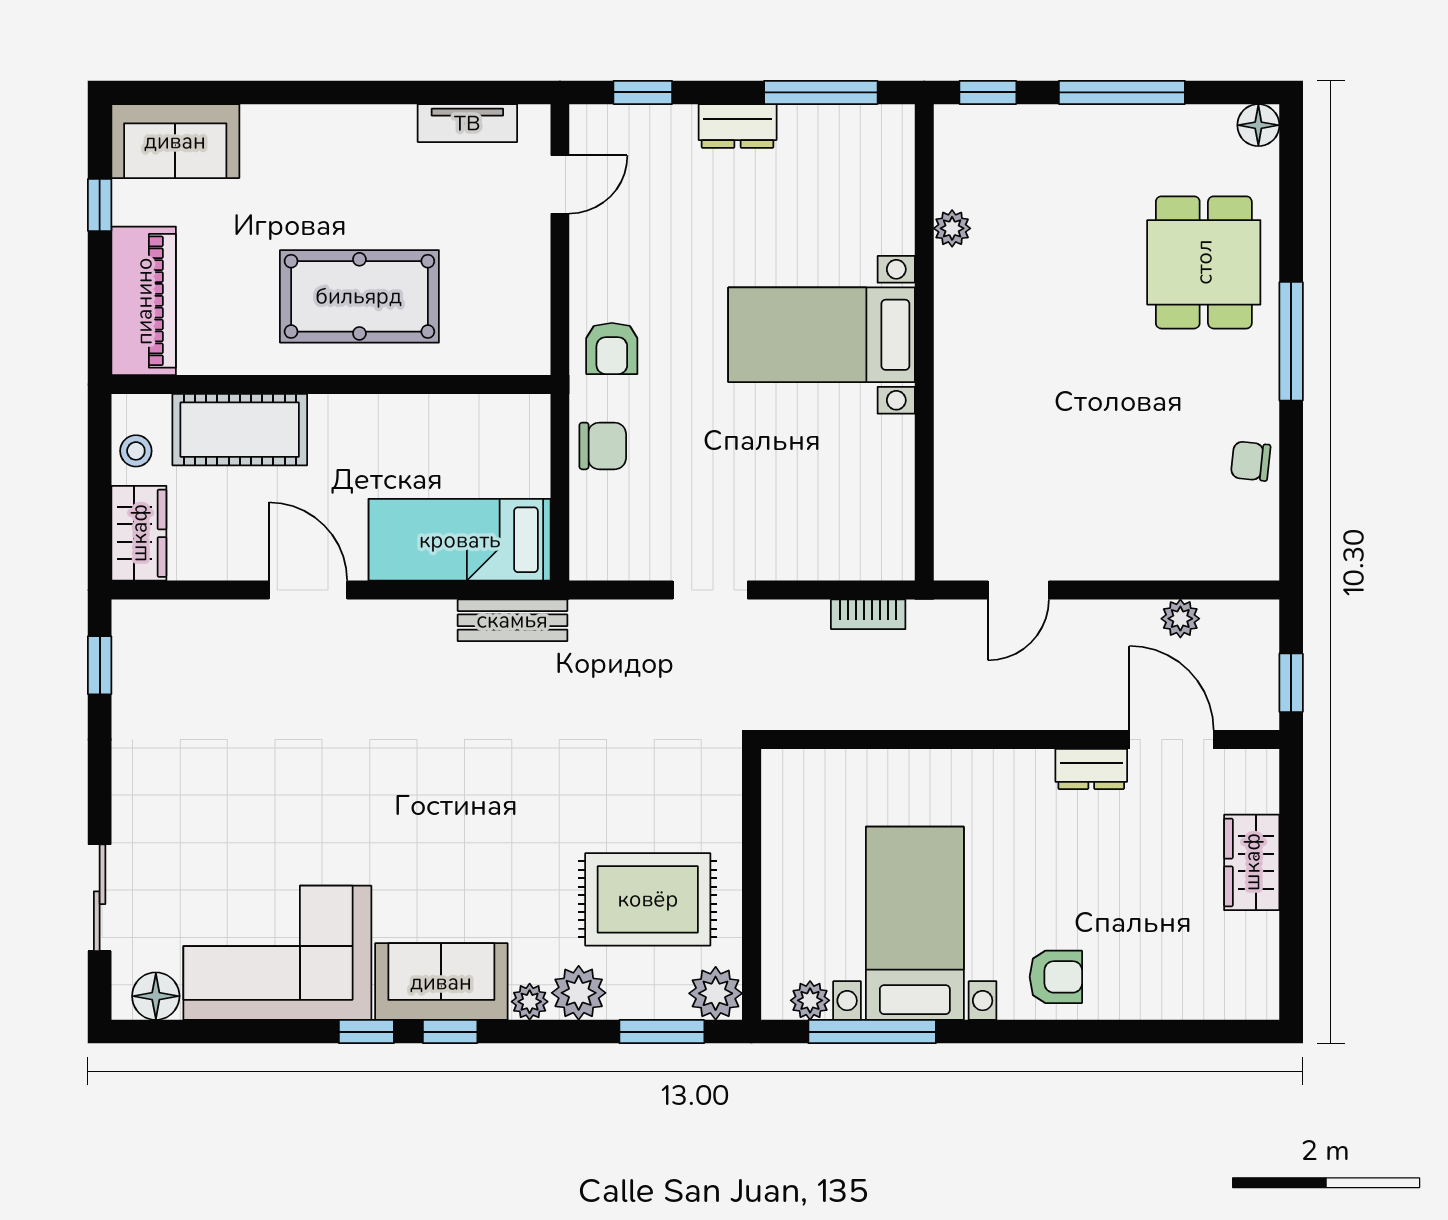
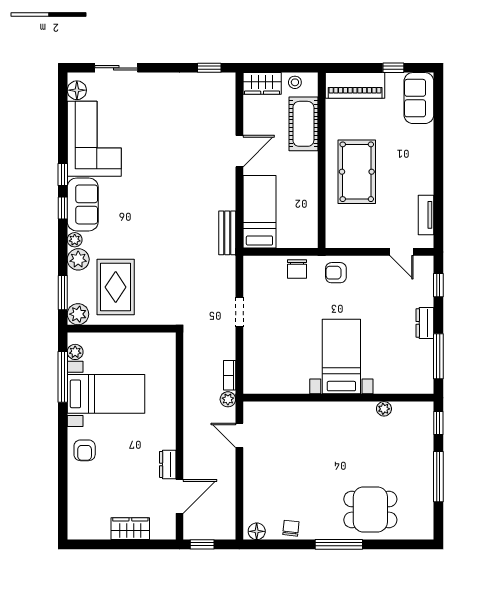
floor lamp: (1258, 125) -> (257, 531), moved
plant: (1180, 619) -> (228, 399), moved

